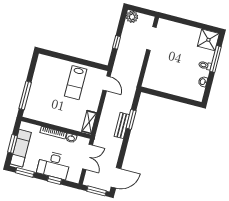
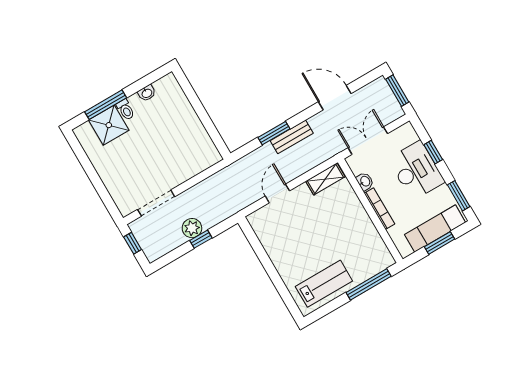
window: (144, 11) -> (133, 243), added
plant: (132, 17) -> (192, 228), moved
shower: (208, 40) -> (109, 125), moved
lab bench: (76, 83) -> (324, 284), moved
door: (107, 83) -> (277, 193), moved
door: (116, 178) -> (335, 98), moved

